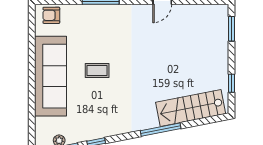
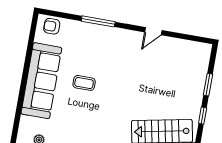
window: (232, 29) -> (208, 85), moved

